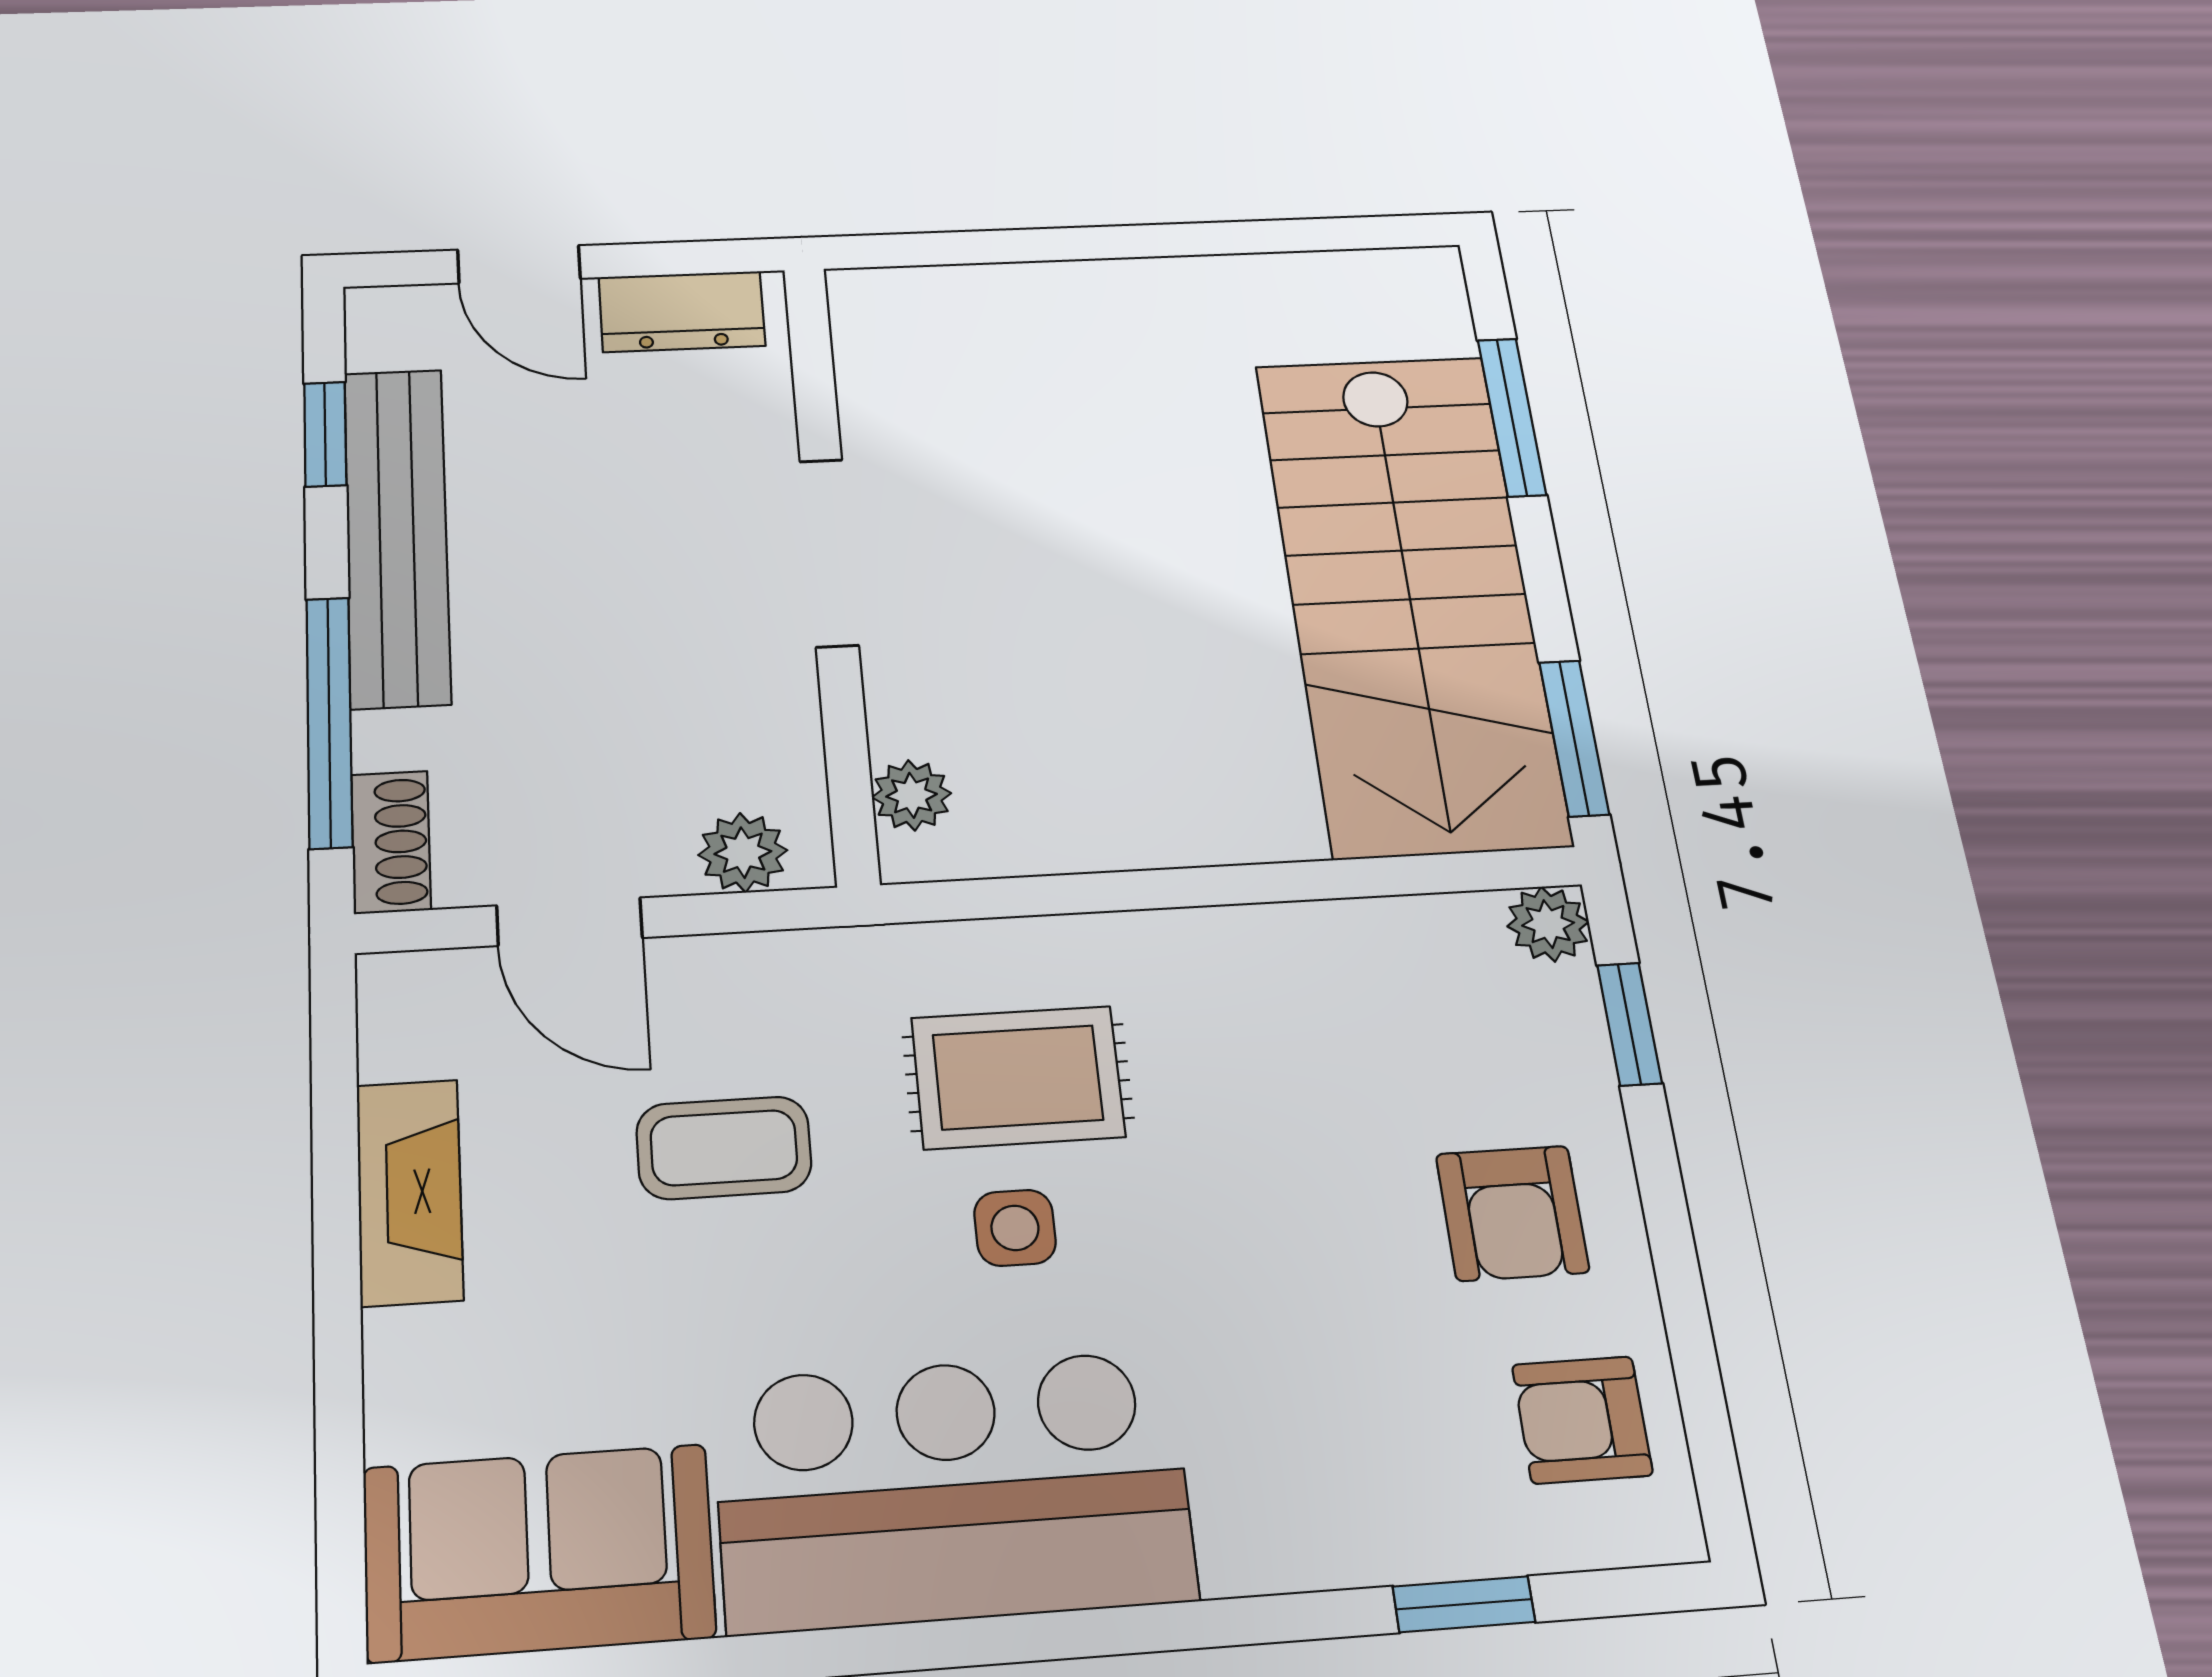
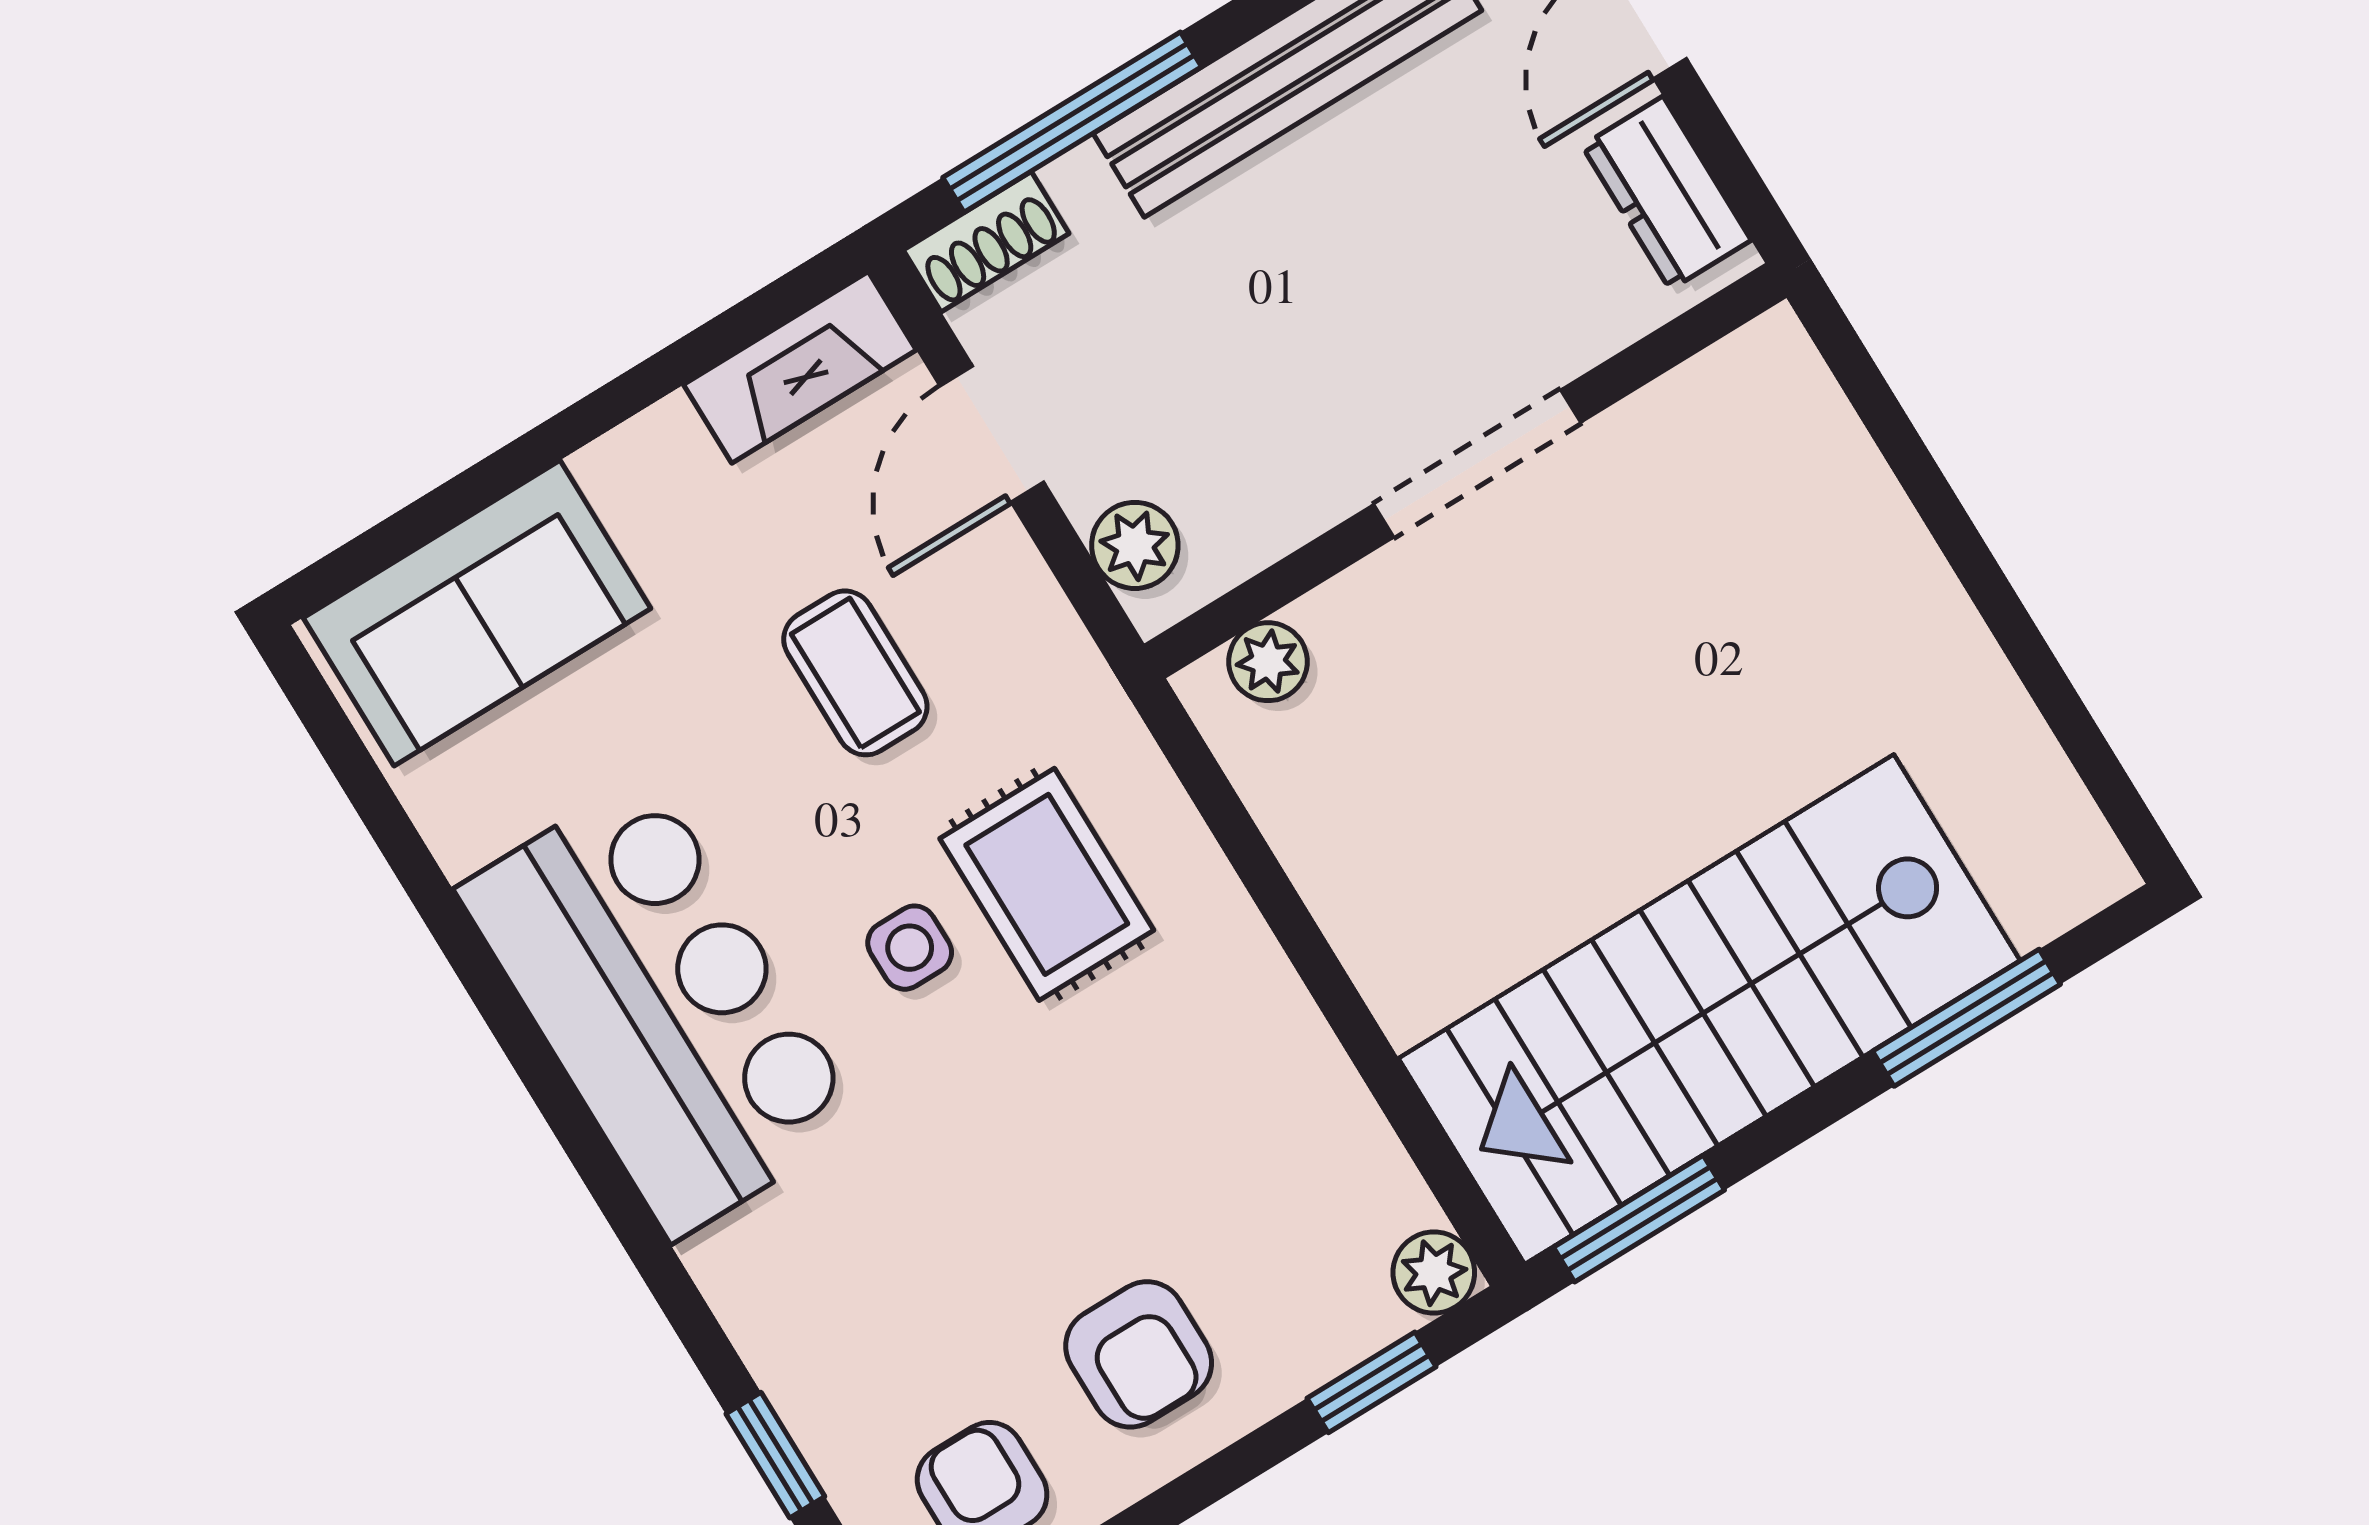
fireplace: (409, 1192) -> (800, 367), moved
armchair: (1512, 1213) -> (1139, 1354), turned -90
sofa: (539, 1552) -> (477, 613), moved, turned 90

